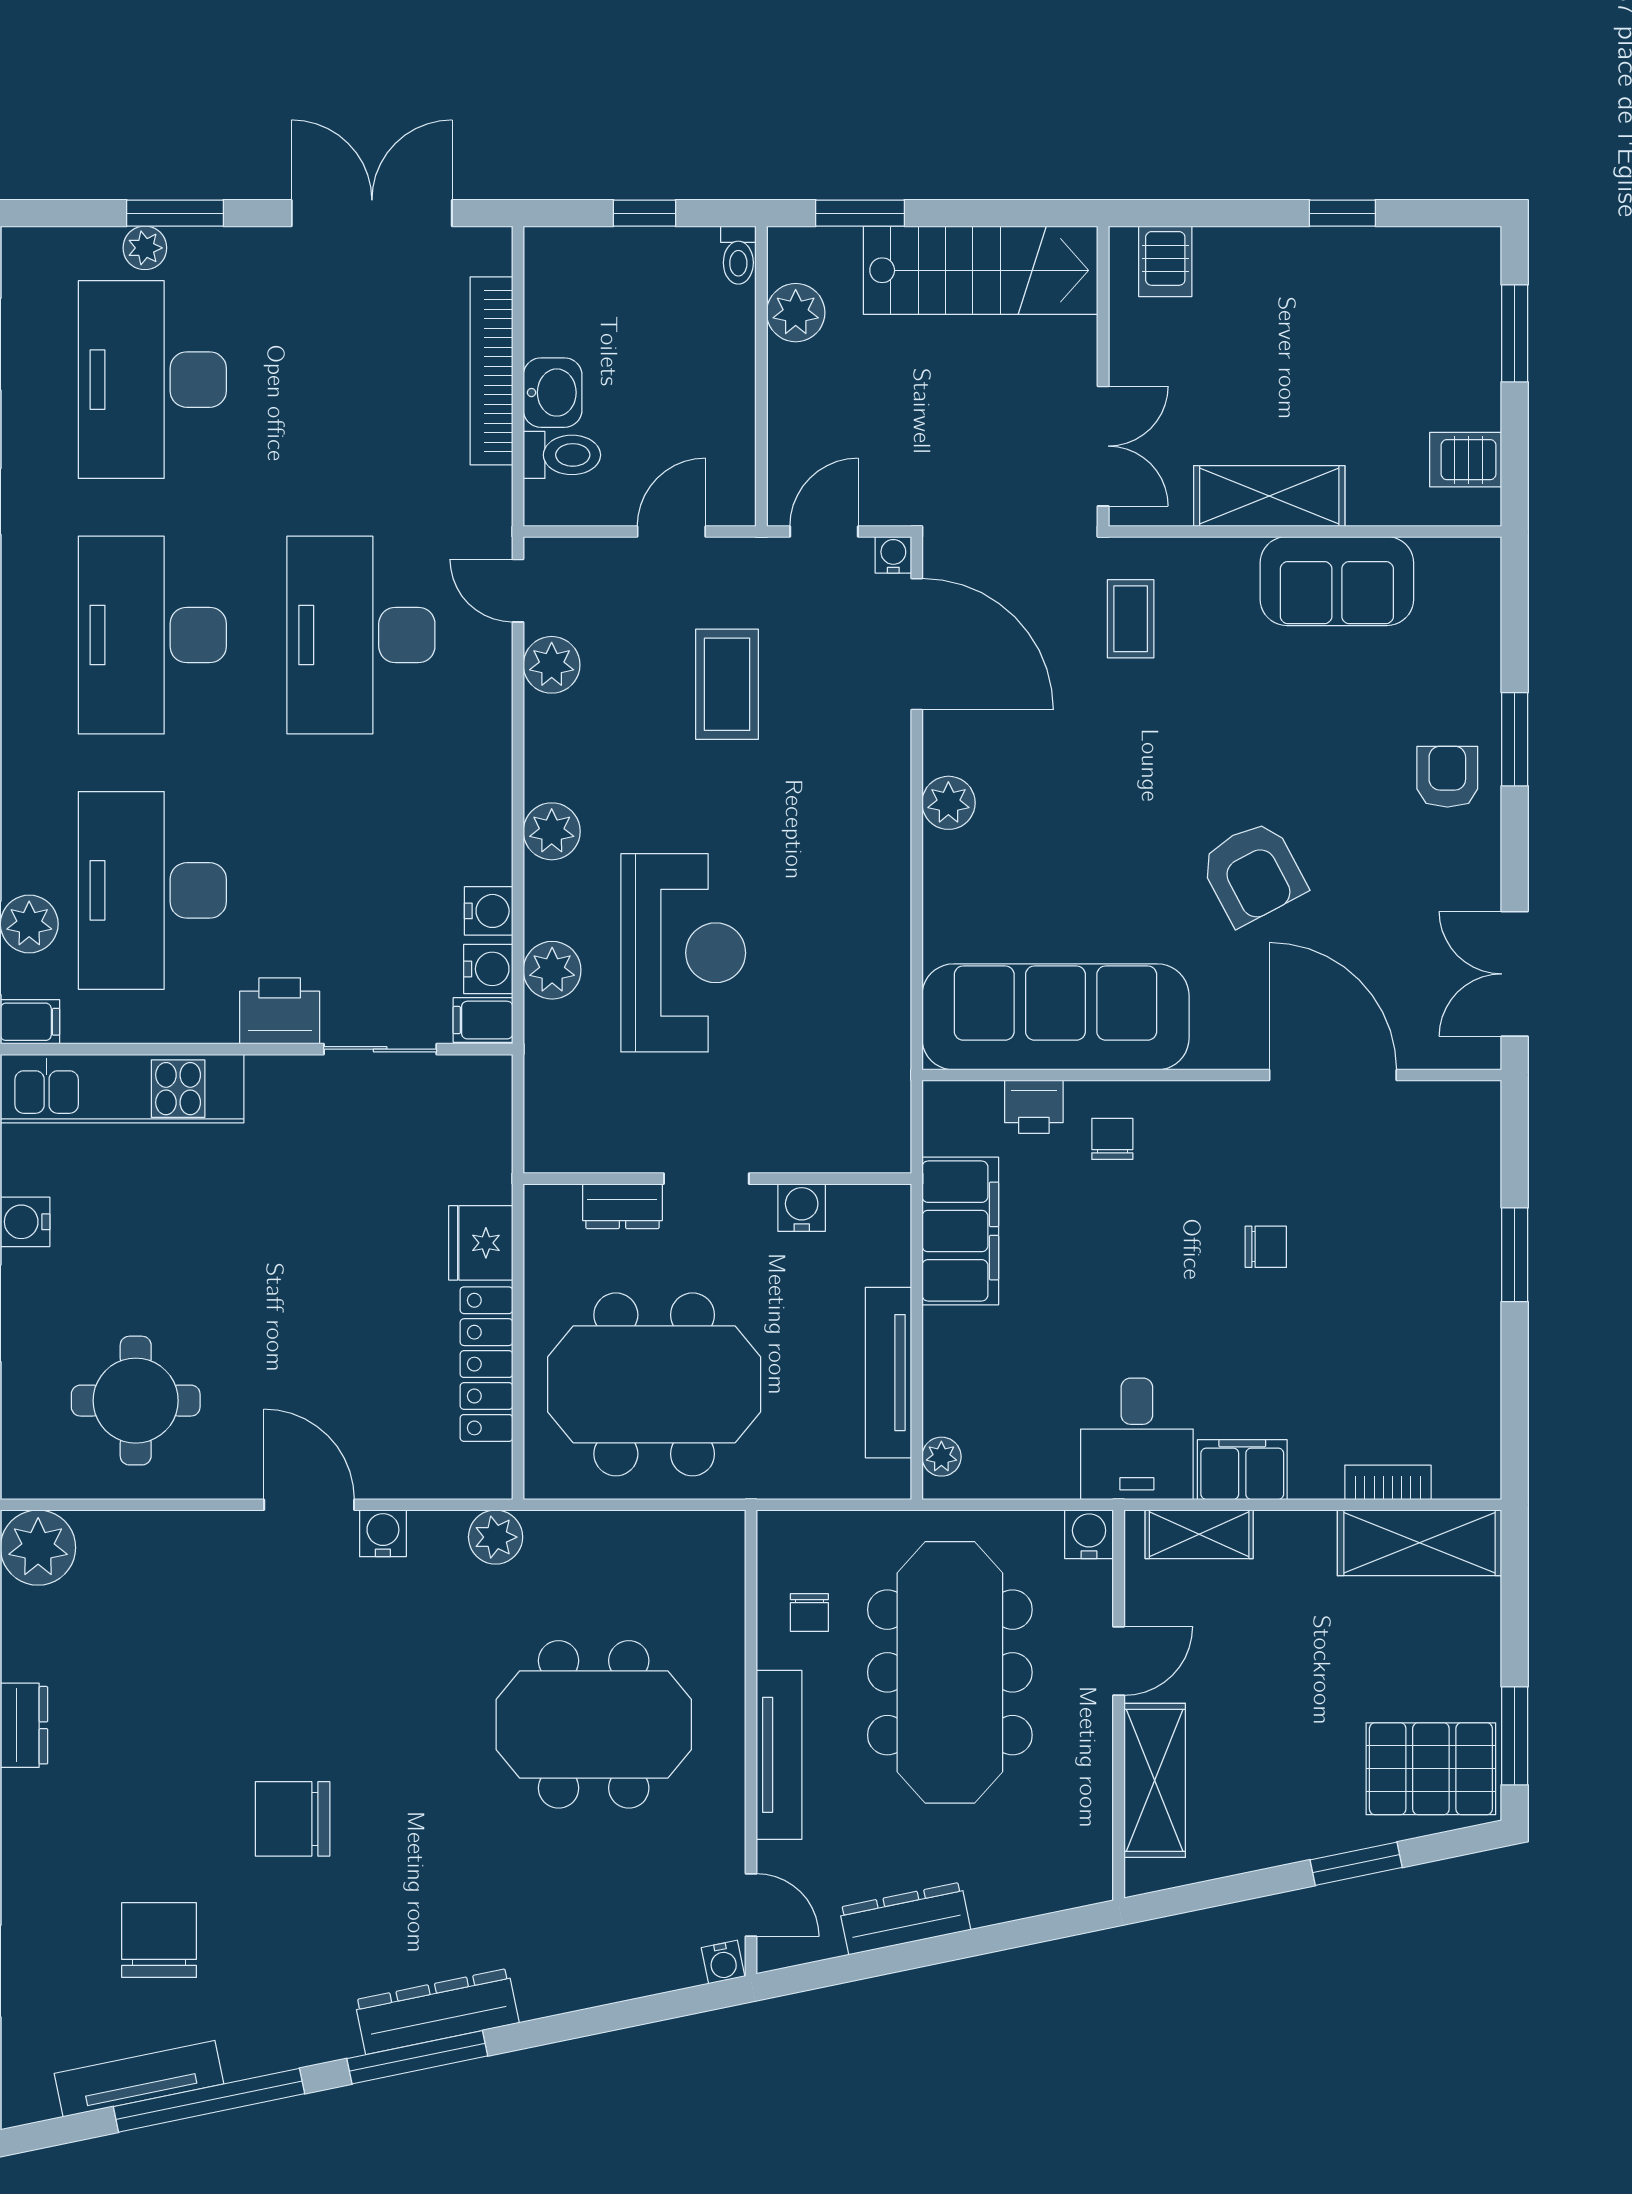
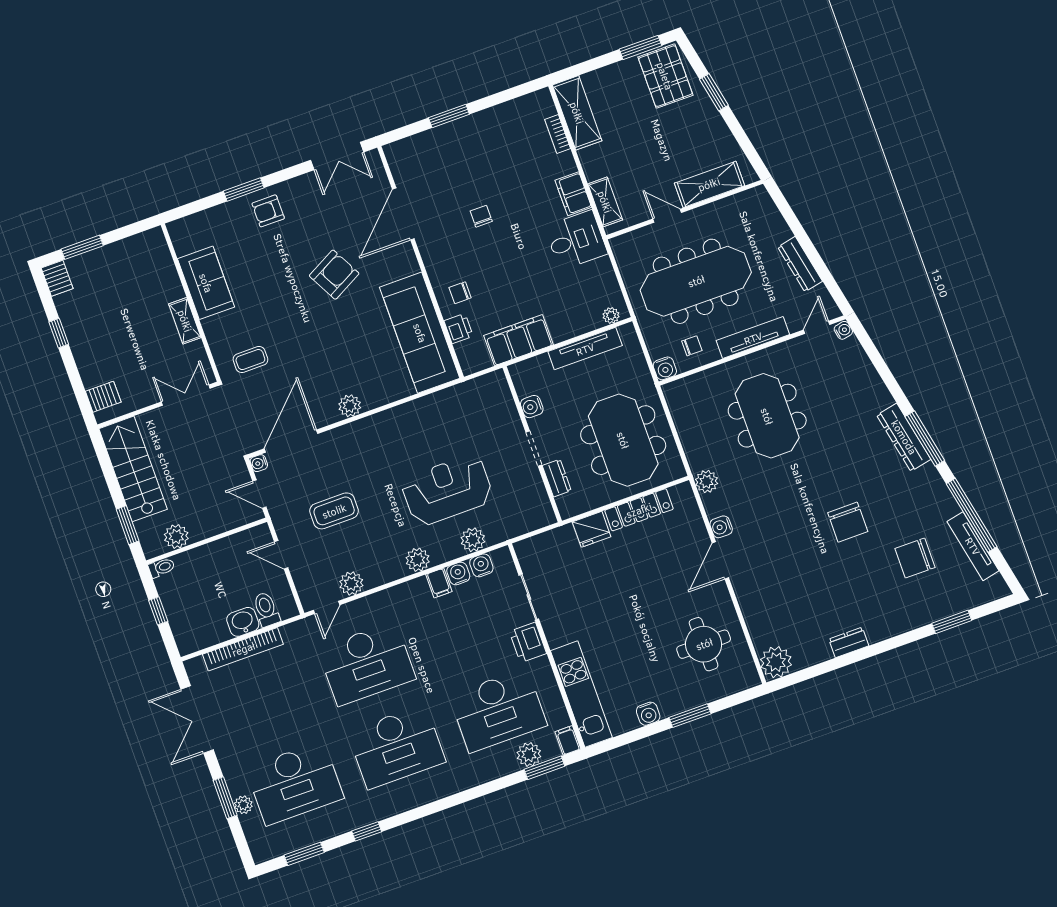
server rack: (1466, 460) -> (57, 278), moved
shelving: (1269, 496) -> (185, 321), width x0.67, depth x0.75
filing cabinet: (483, 1020) -> (439, 583), moved
water cooler: (1089, 1534) -> (665, 368), moved, turned -90

